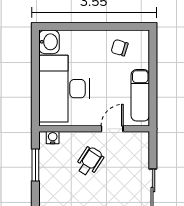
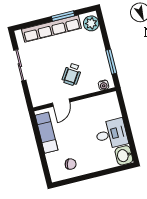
desk: (64, 89) -> (111, 134), width x0.53, depth x0.77

